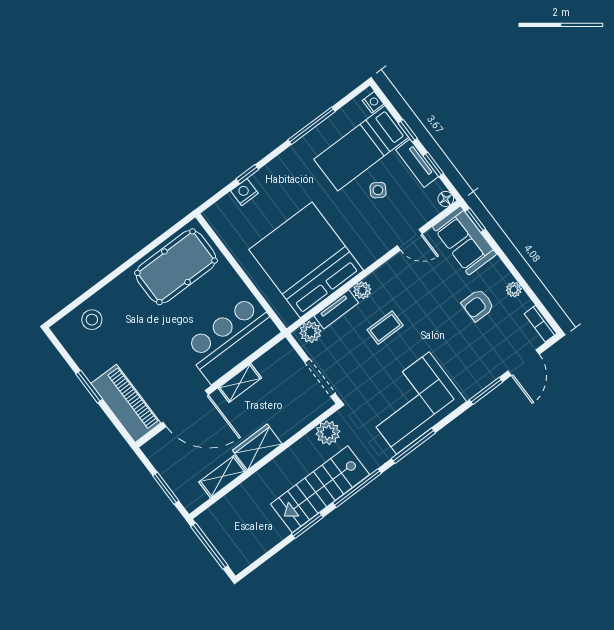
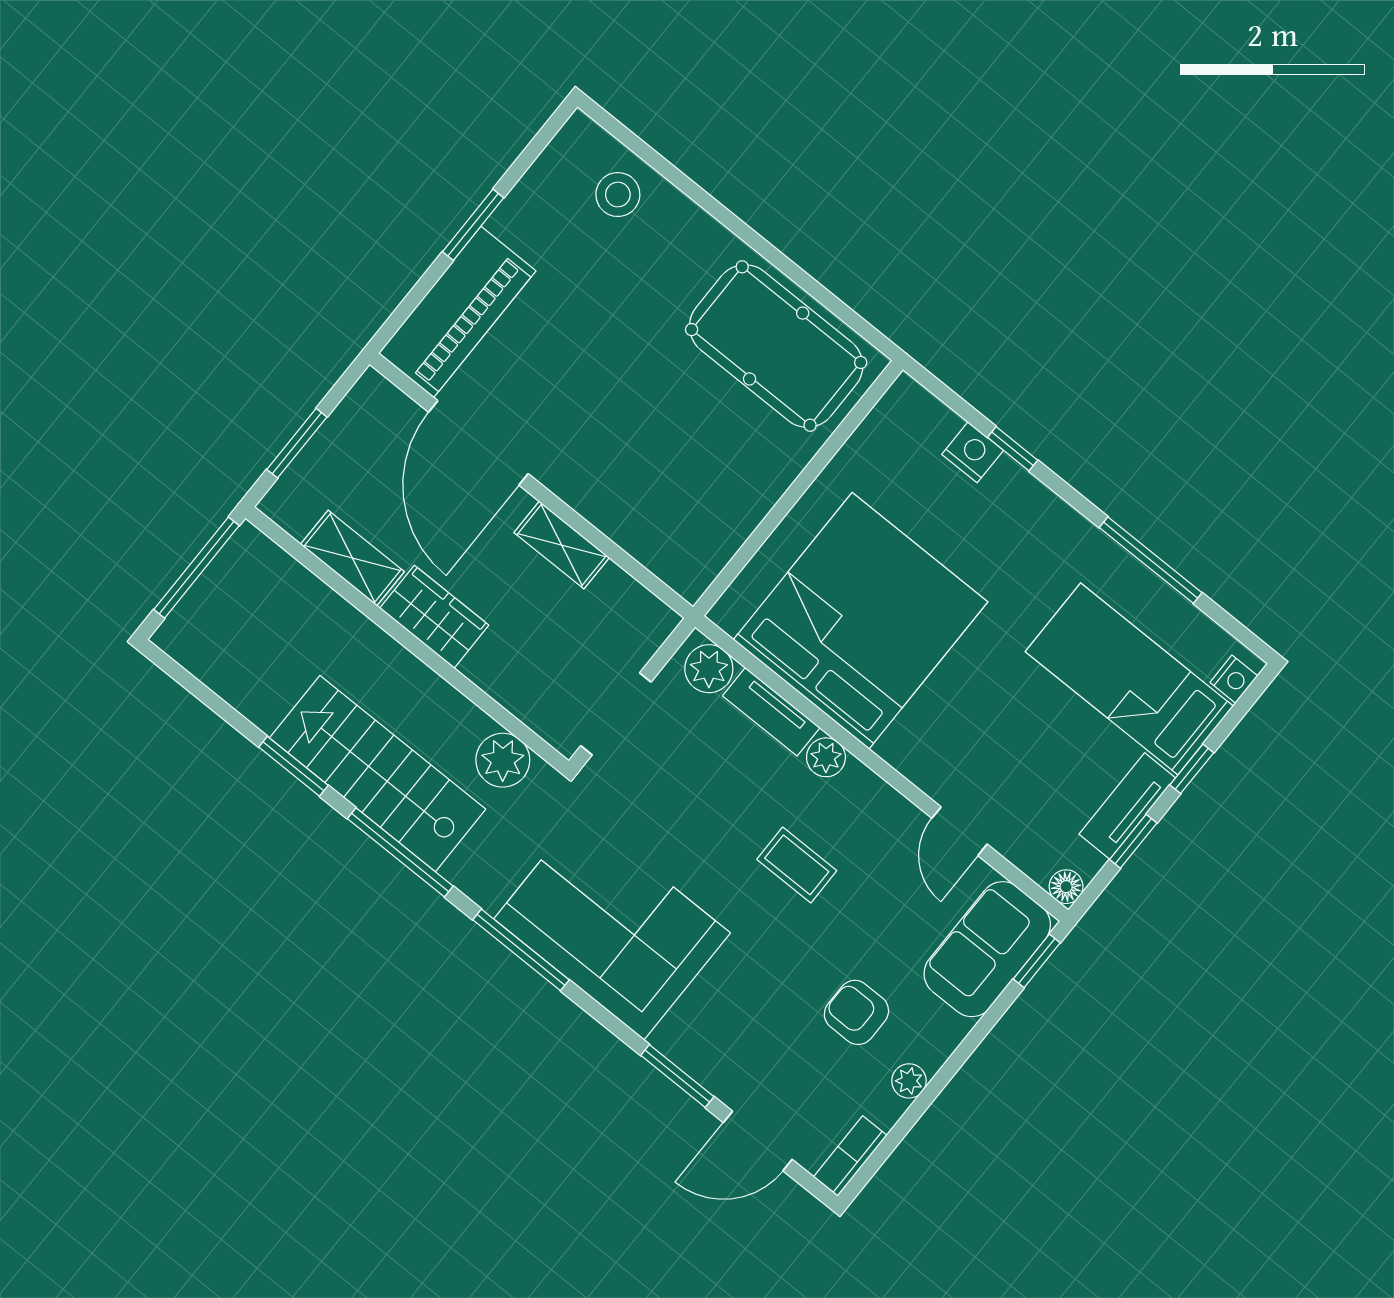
side table: (378, 190) -> (1049, 737), removed
coffee table: (385, 328) -> (797, 865), moved
bar counter: (232, 339) -> (651, 504), removed

